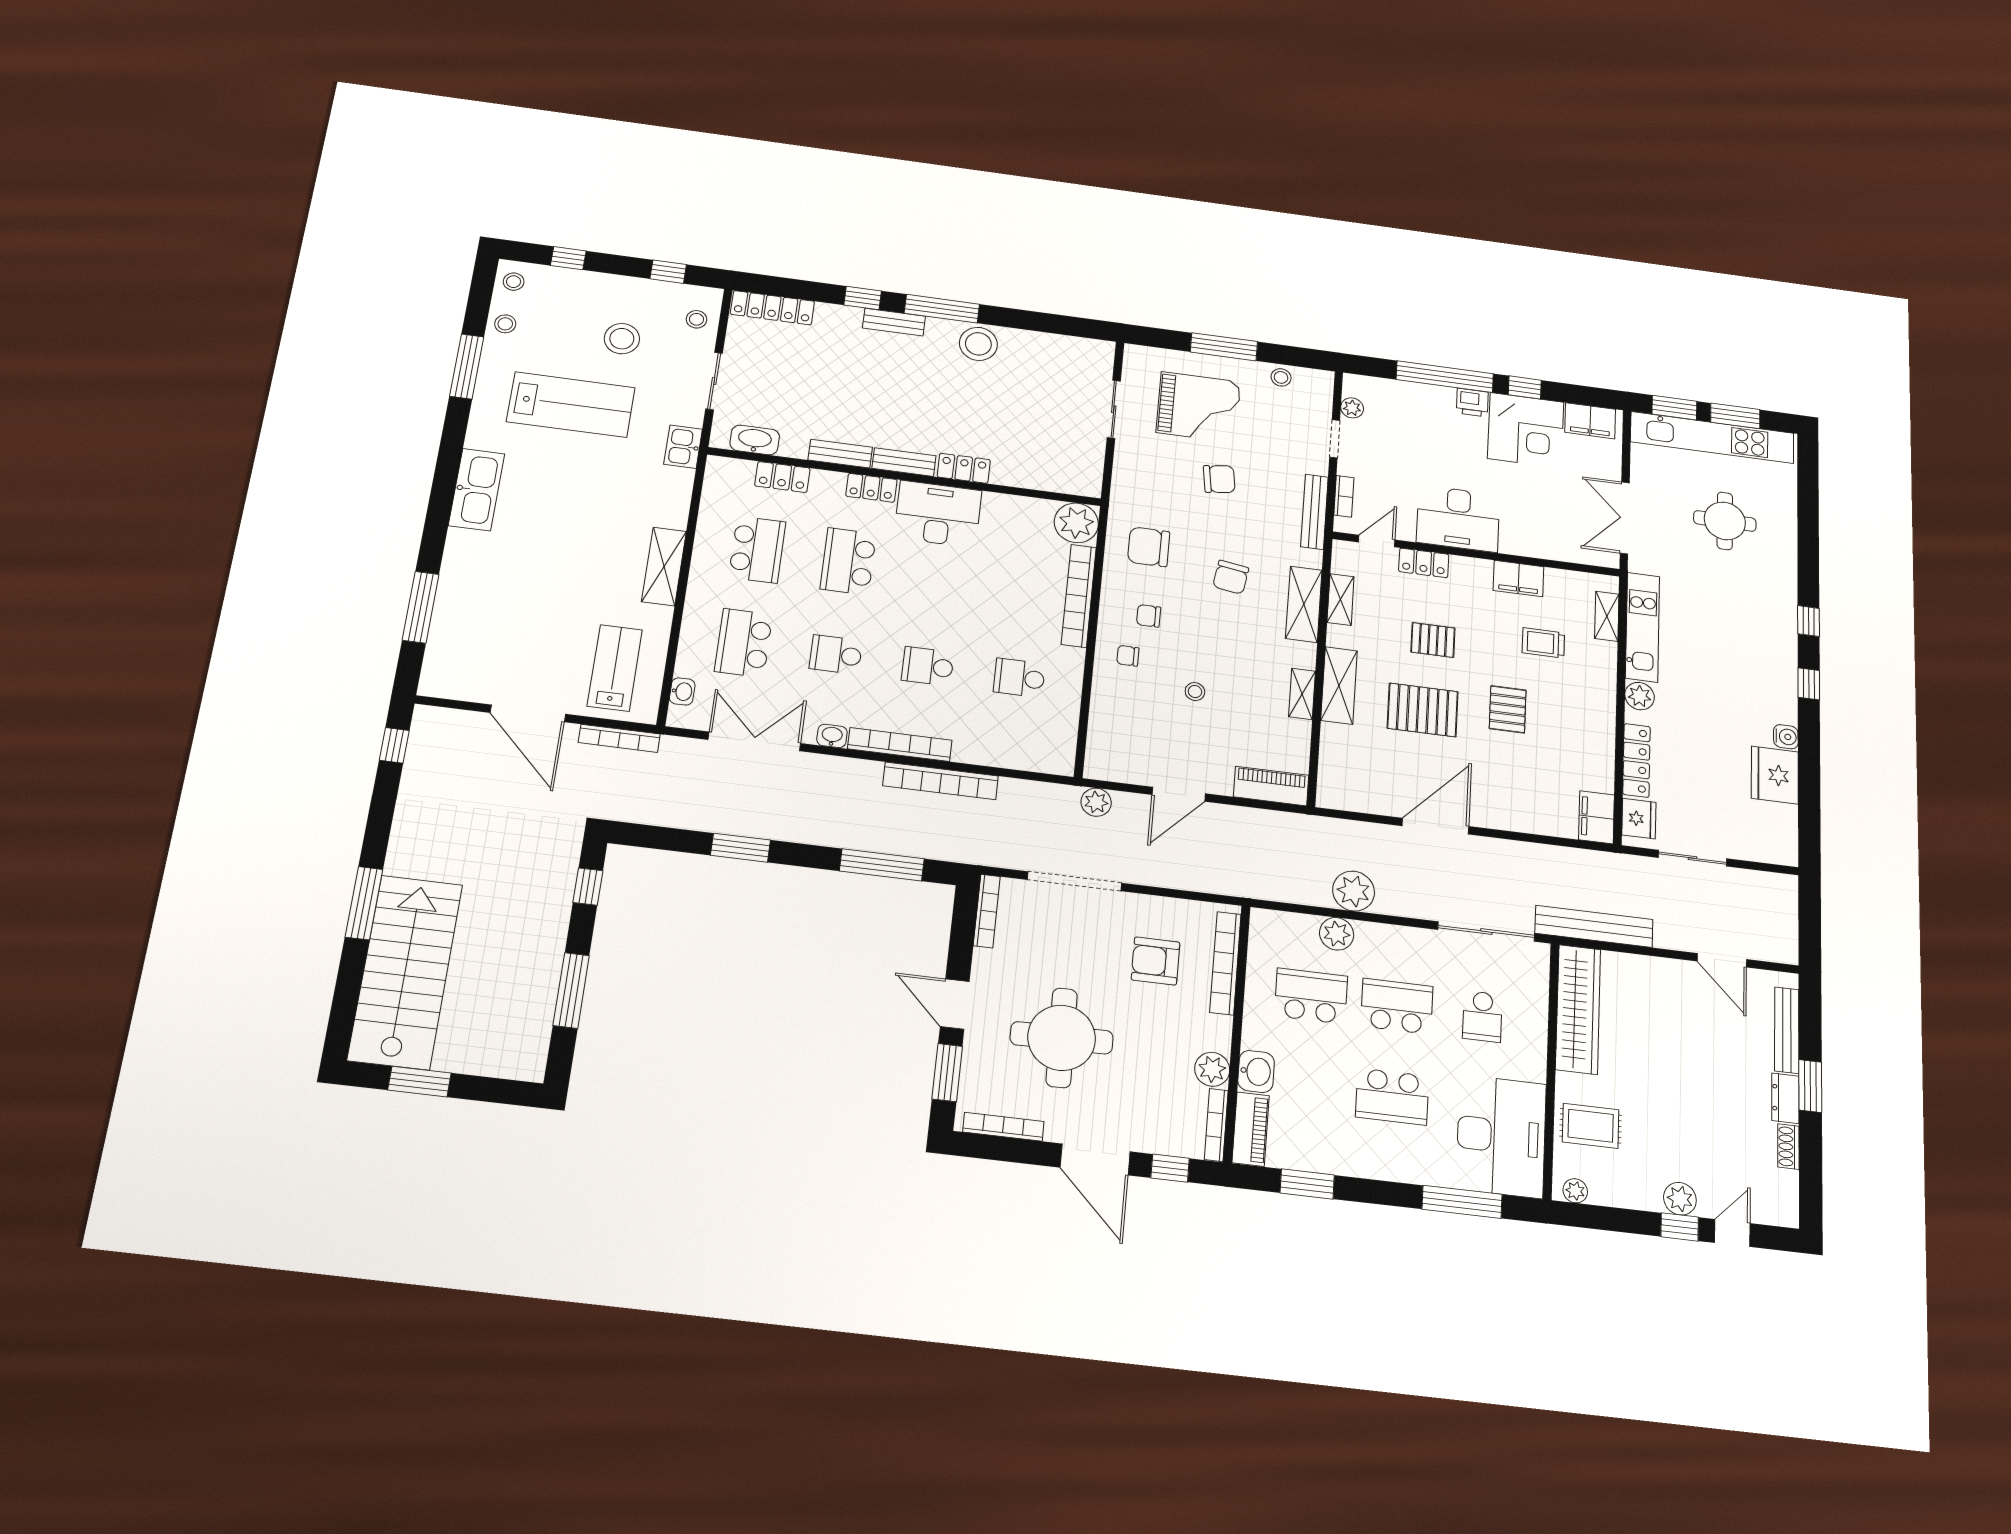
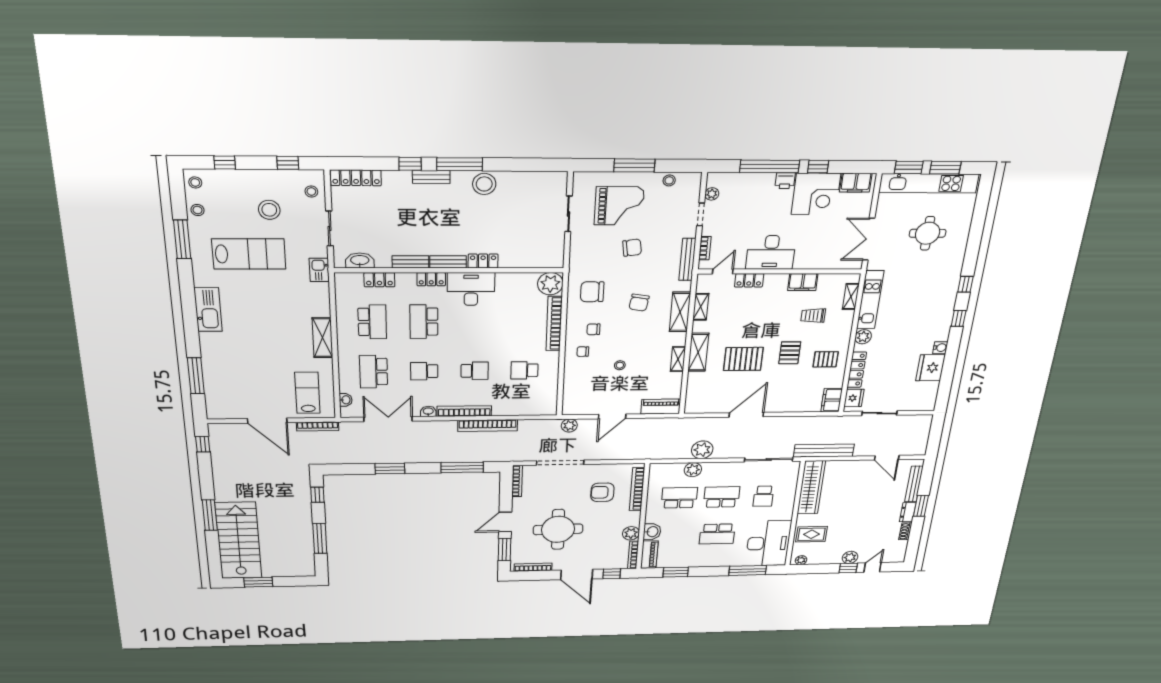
pallet: (1433, 640) -> (826, 359), moved
school desk: (928, 666) -> (475, 371), turned 180
door: (955, 1004) -> (505, 522), hinge flipped

